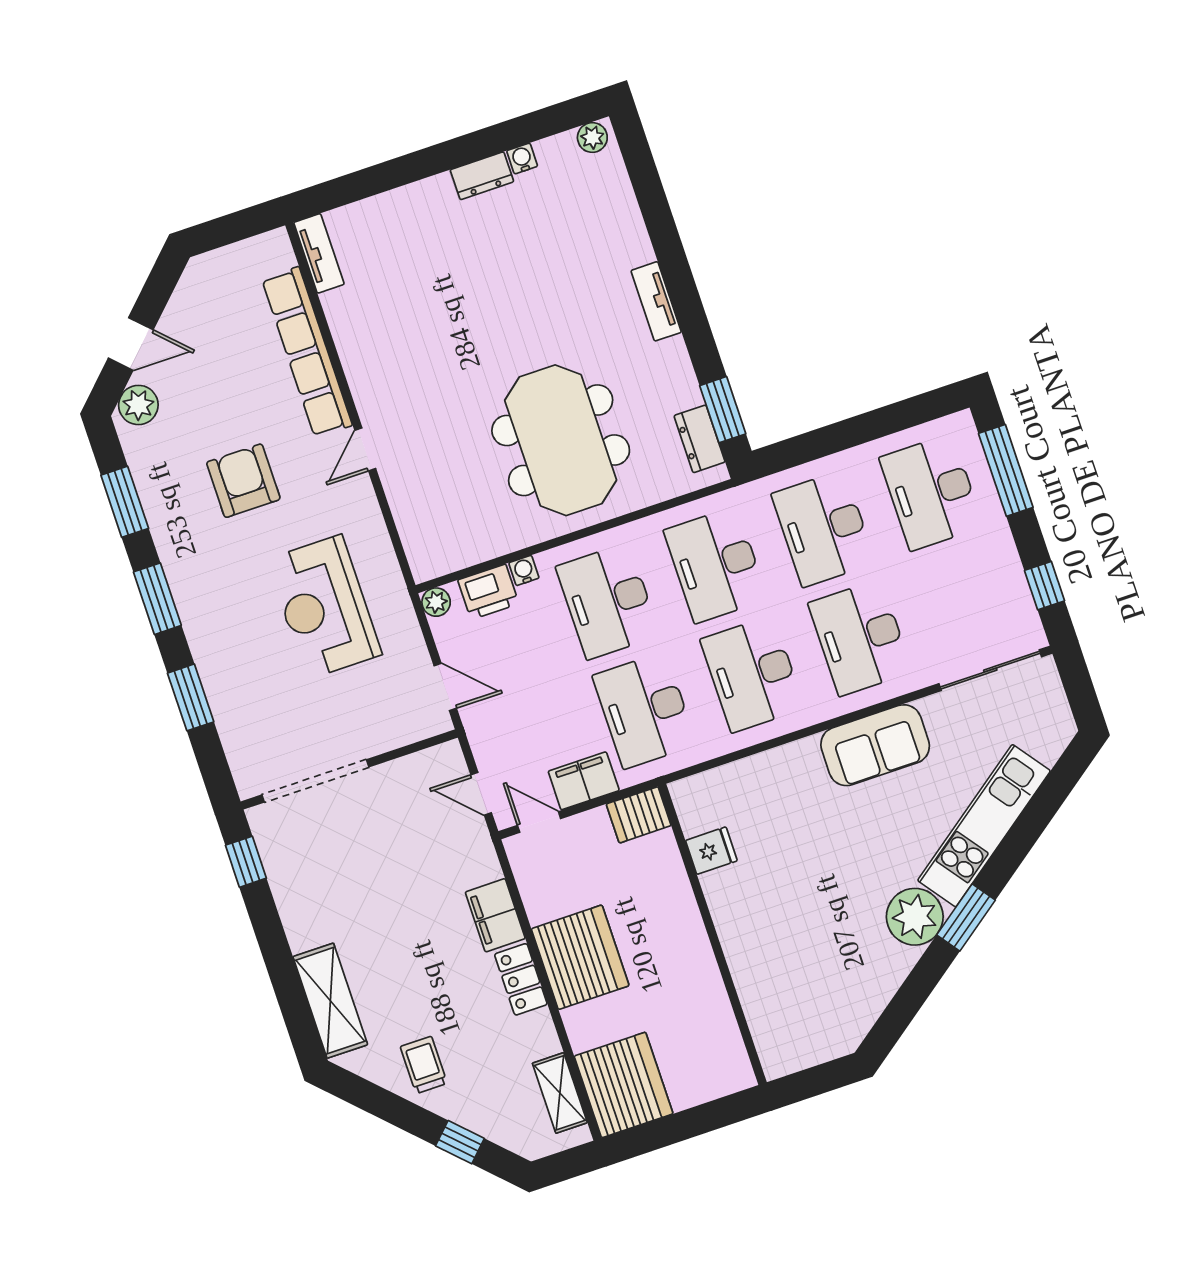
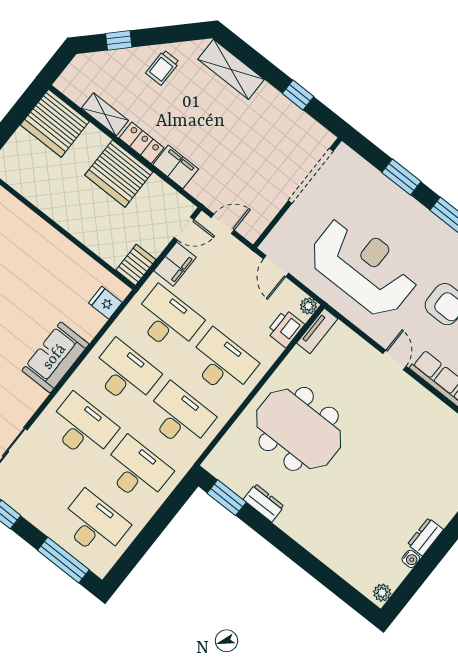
tv unit: (656, 301) -> (317, 331), moved, turned 90
dresser: (700, 439) -> (264, 503), moved
water cooler: (524, 570) -> (274, 351), removed
reception desk: (324, 607) -> (363, 267), width x1.36, depth x1.30
door: (445, 687) -> (276, 266), hinge flipped
sofa: (875, 745) -> (55, 357), moved
fridge: (711, 851) -> (105, 303), moved, turned 90
window: (246, 862) -> (298, 95), moved
trolley: (424, 1065) -> (162, 68), turned 90
shelving: (560, 1093) -> (105, 114), moved

